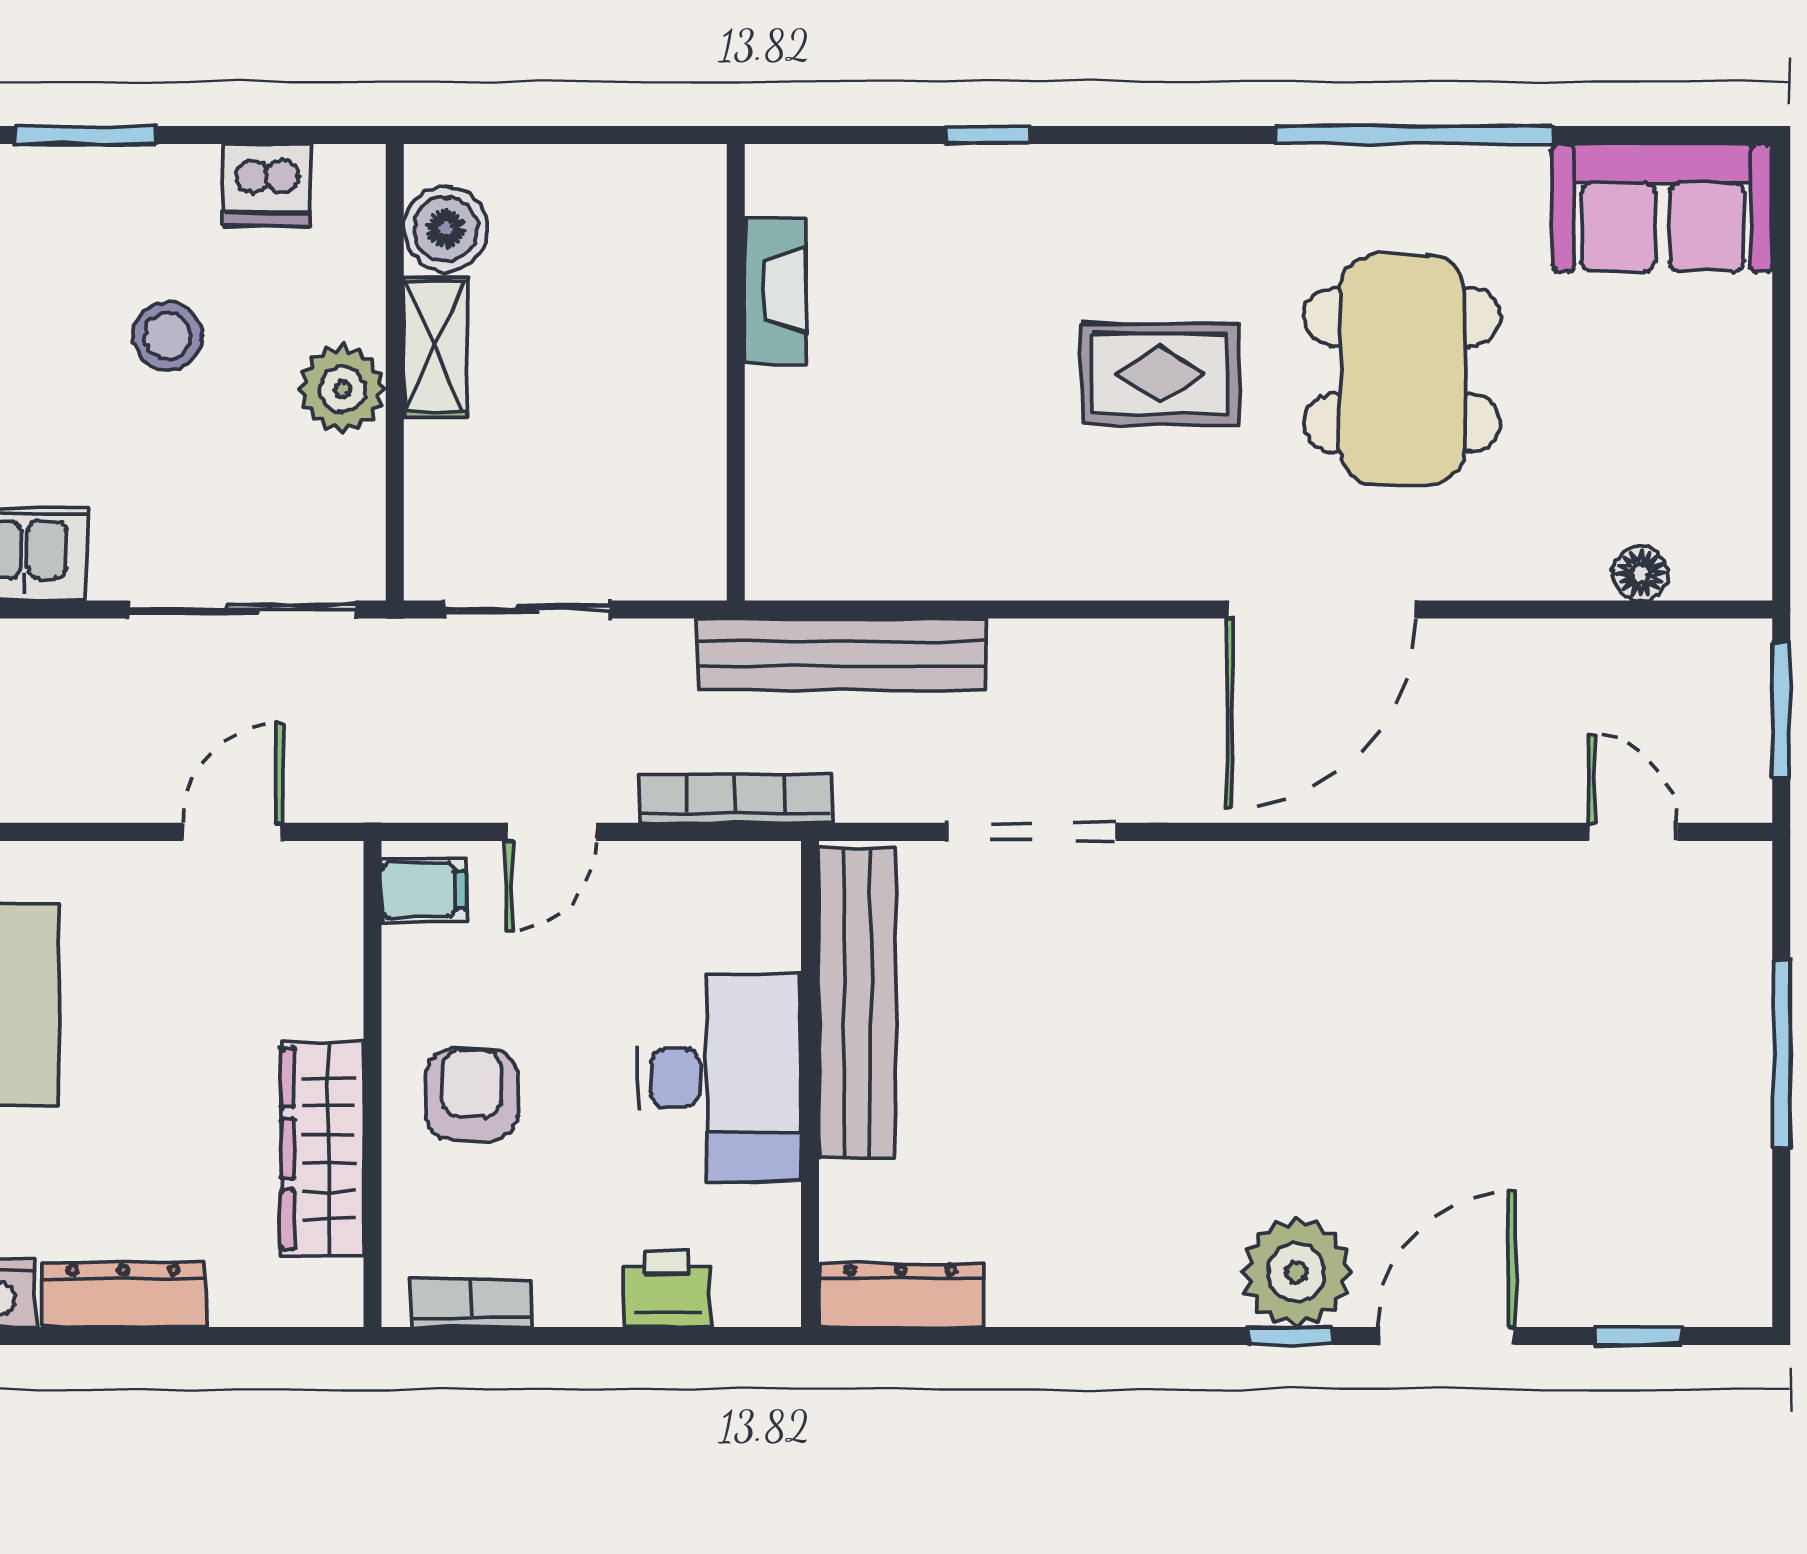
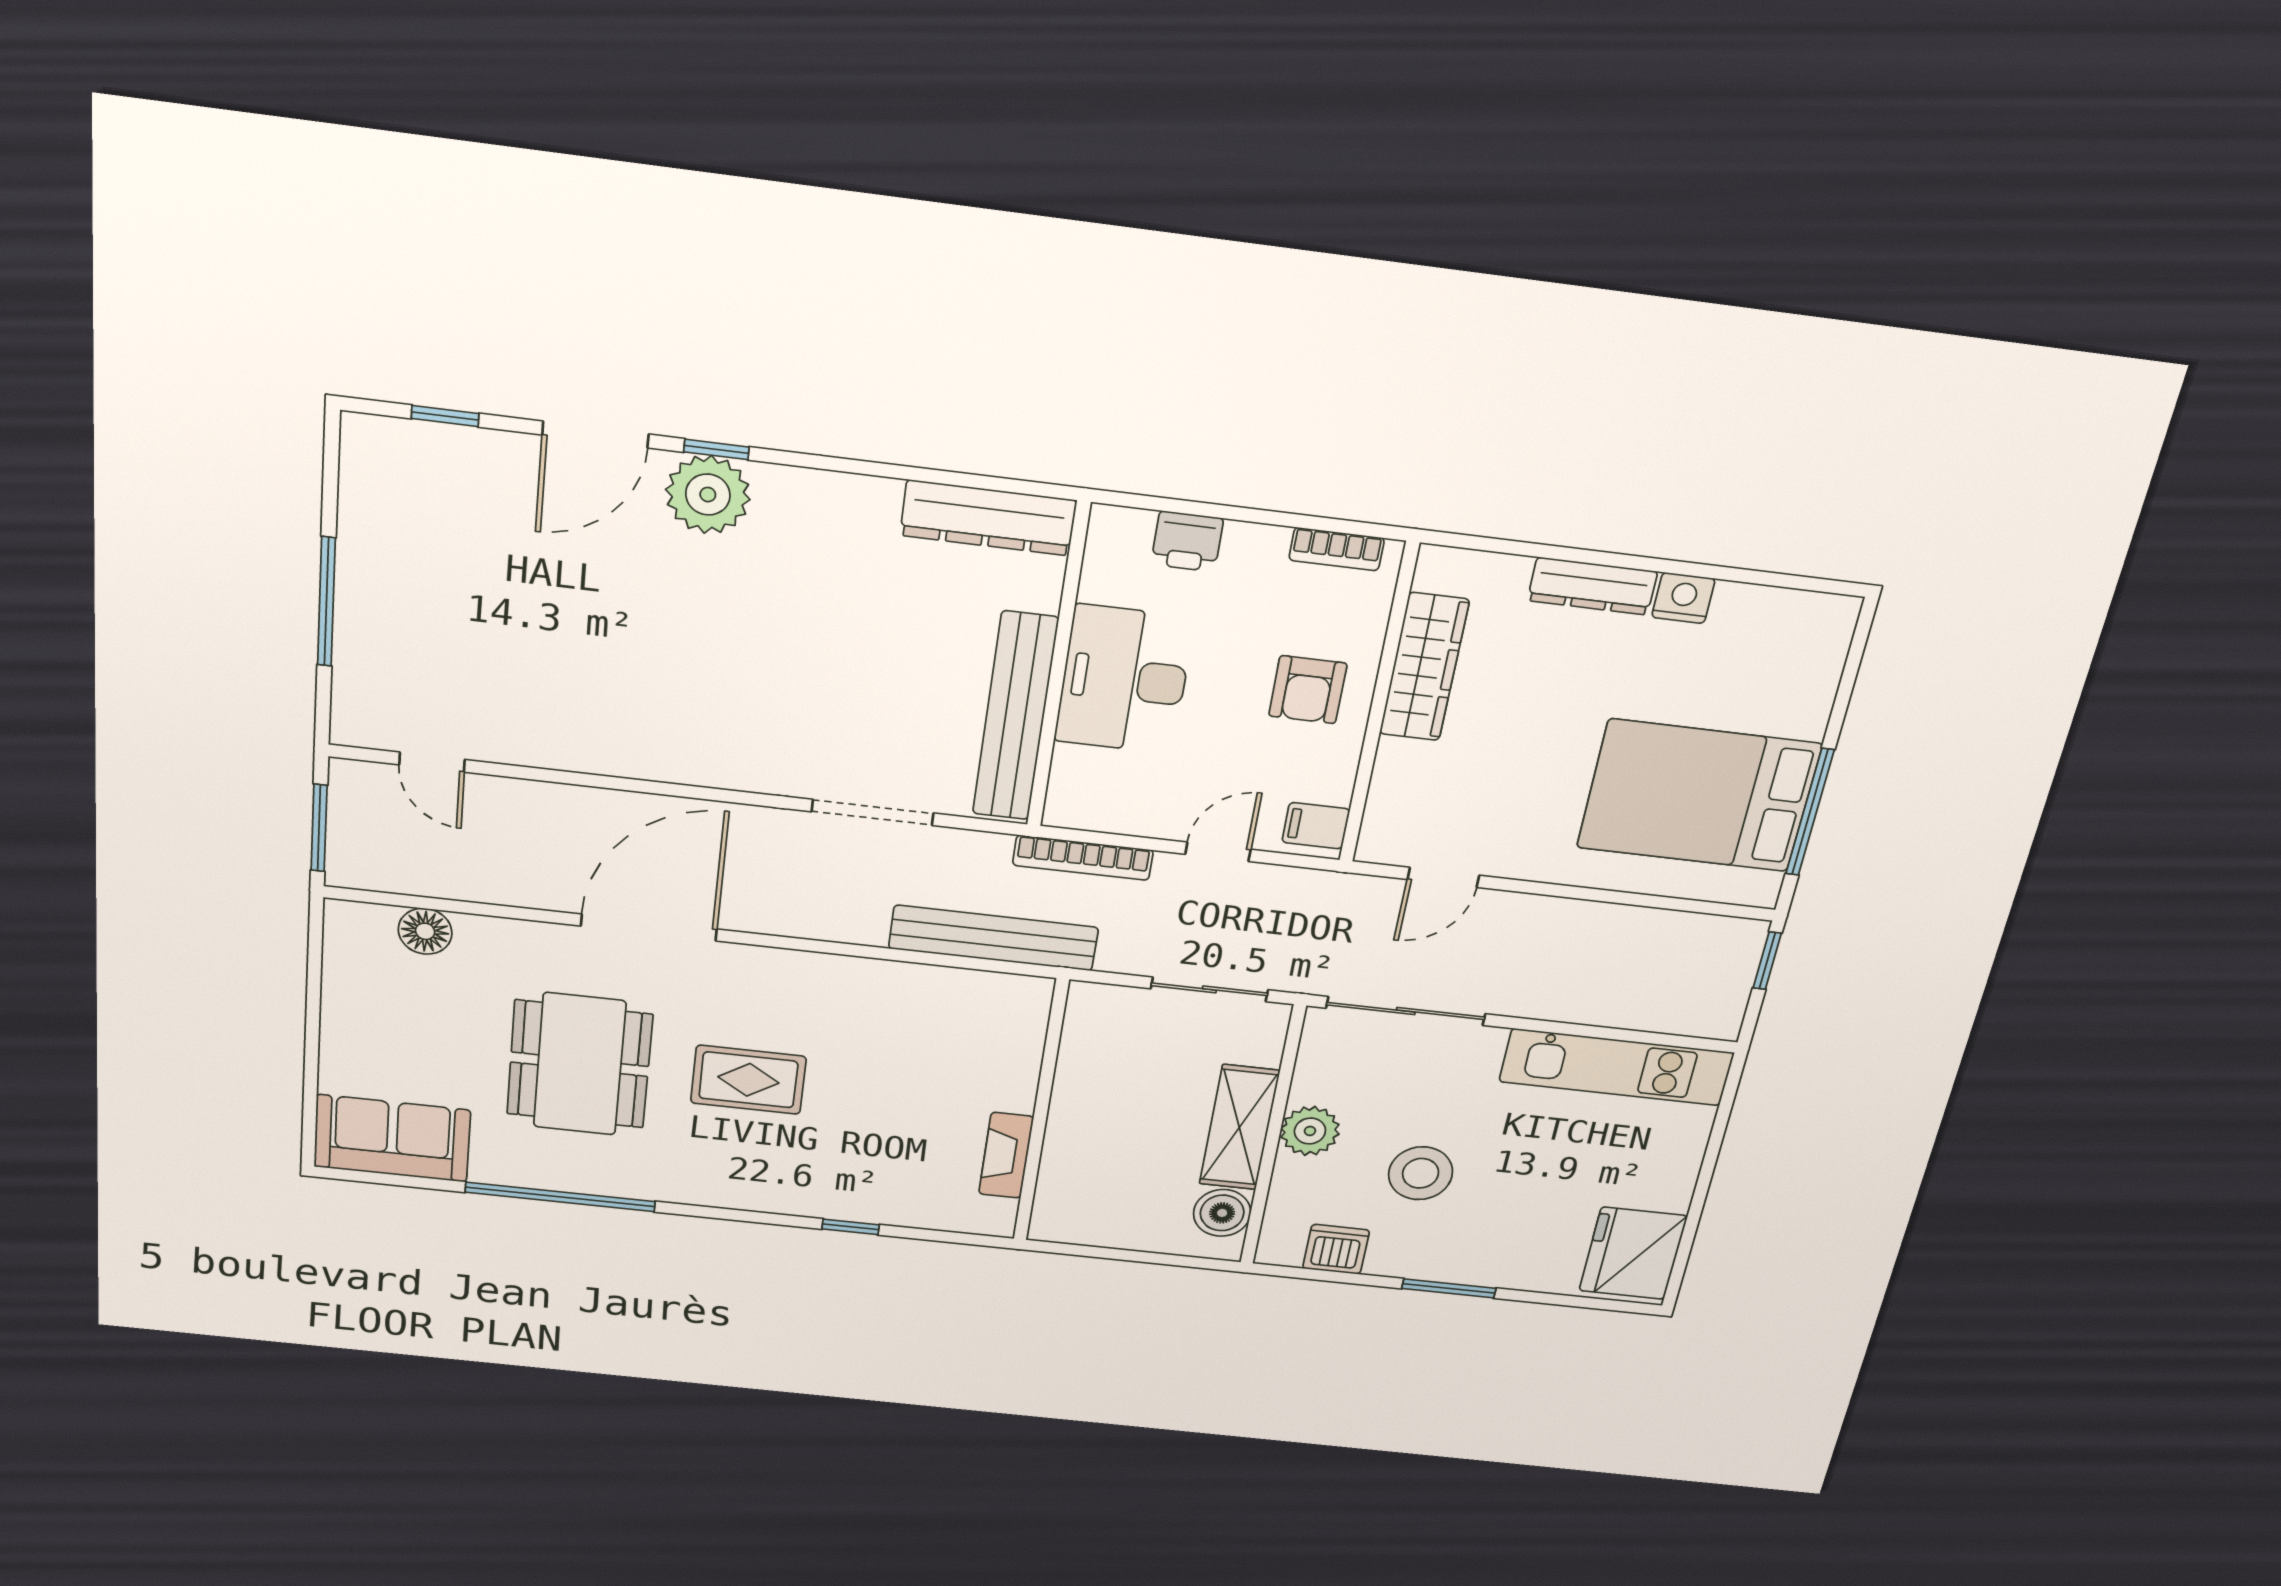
stool: (168, 336) -> (1421, 1173), width x1.38, depth x1.38
shelving: (435, 347) -> (1239, 1127), width x1.50, depth x1.33
floor lamp: (1640, 573) -> (425, 931), width x1.37, depth x1.37
dresser: (901, 1295) -> (988, 518), width x1.37, depth x1.24

